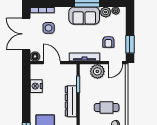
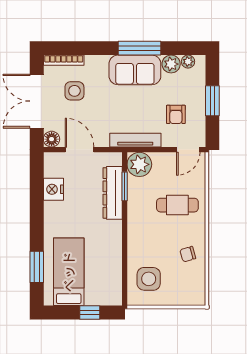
window: (130, 44) -> (212, 101), moved
plant: (97, 71) -> (139, 164), moved
dresser: (71, 101) -> (113, 193), moved
cafe table: (107, 108) -> (177, 205), moved

